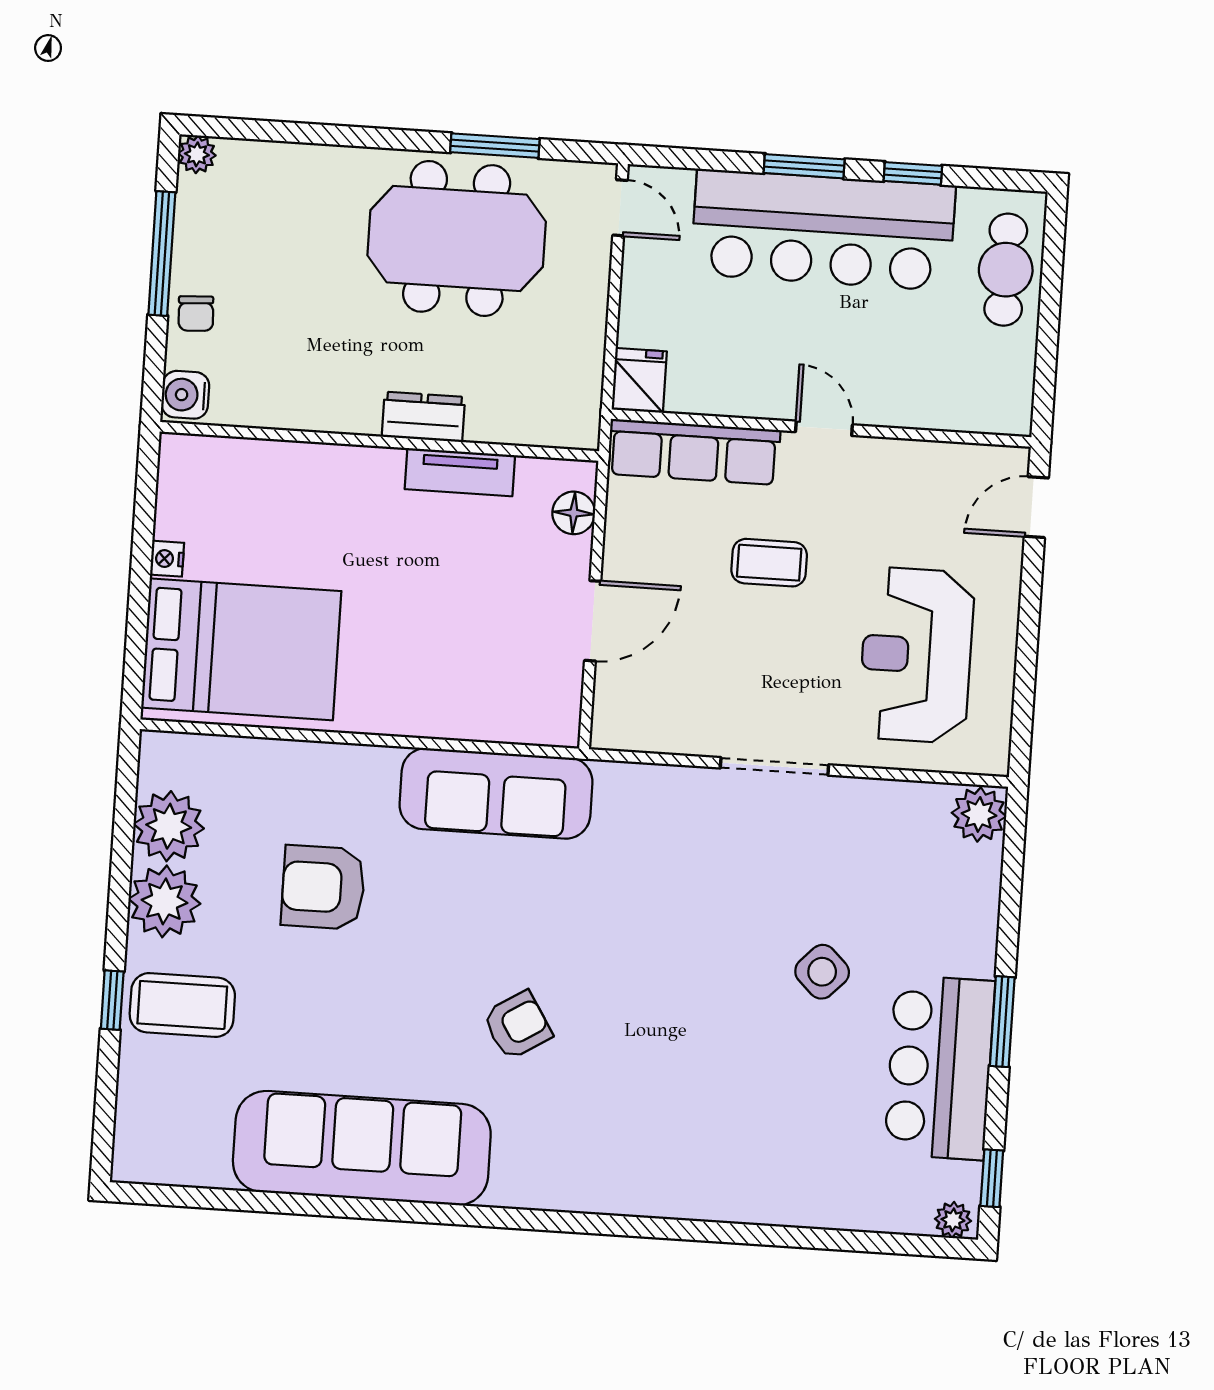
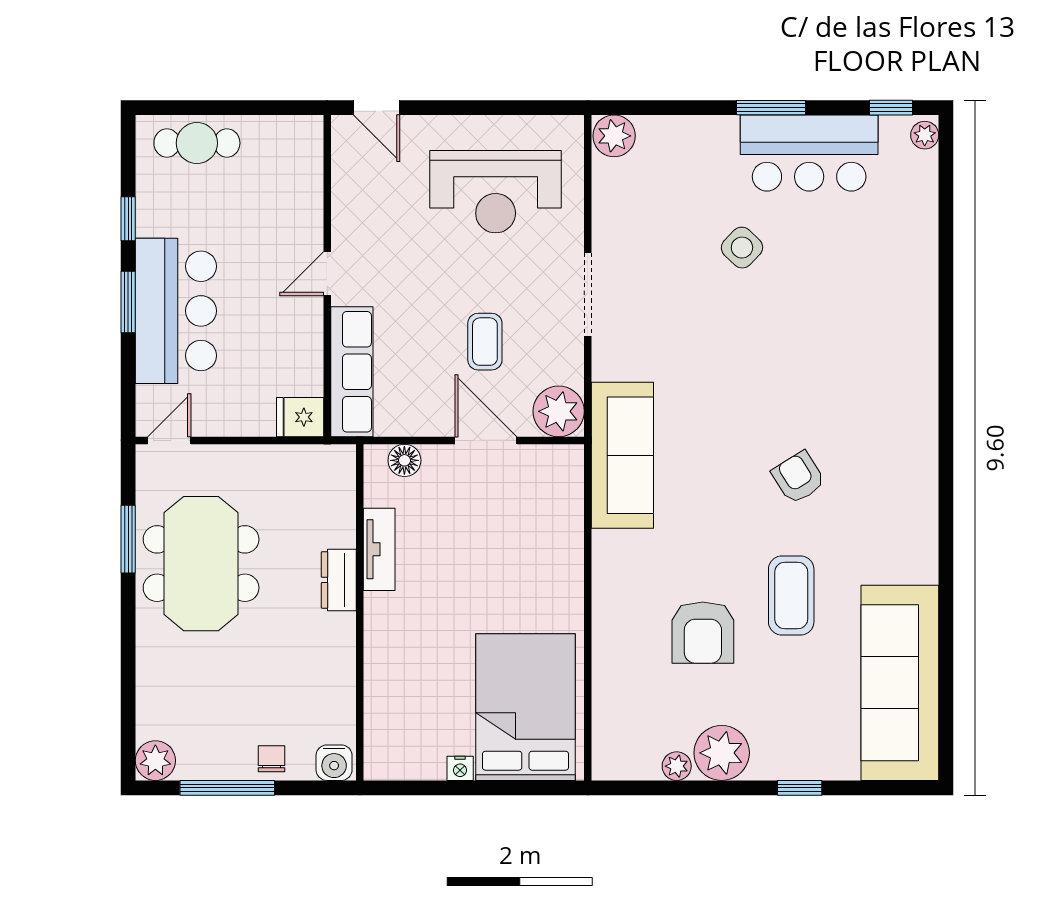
plant: (197, 154) -> (155, 761), width x1.38, depth x1.38
bar counter: (823, 230) -> (176, 311), width x0.73
chair: (196, 314) -> (271, 759), turned -87
coffee table: (769, 563) -> (485, 342), moved
plant: (624, 718) -> (559, 411), added
sofa: (496, 793) -> (622, 455), moved
plant: (169, 826) -> (677, 766), width x0.53, depth x0.53
coffee table: (182, 1005) -> (791, 595), moved
sofa: (362, 1148) -> (900, 683), moved

